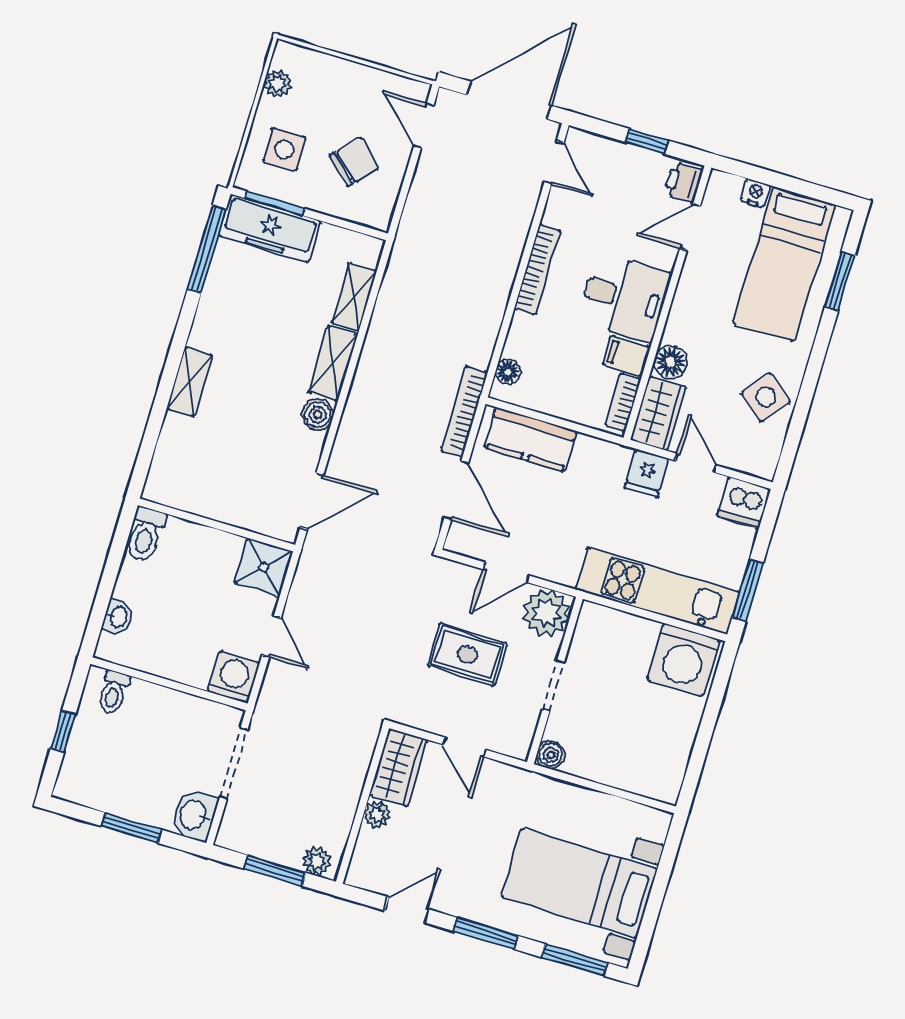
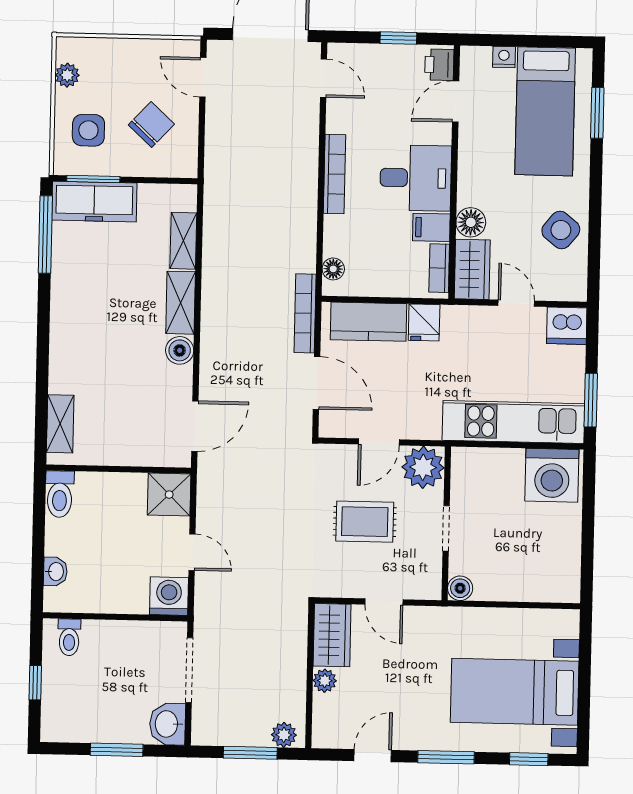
shelving: (190, 382) -> (60, 424), moved
fridge: (647, 473) -> (424, 322), moved
window: (574, 960) -> (529, 759), width x0.67

